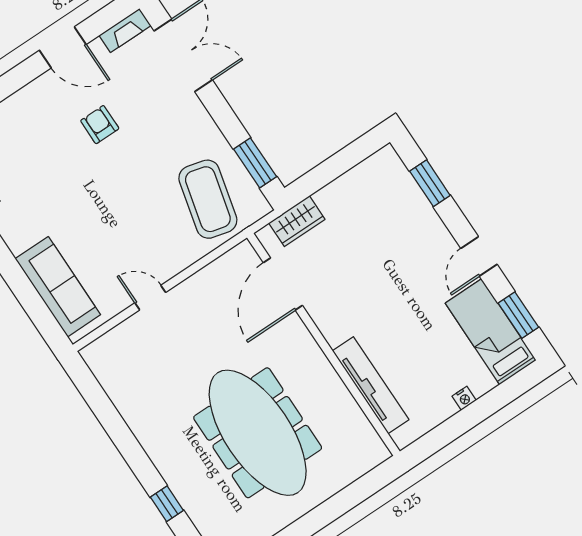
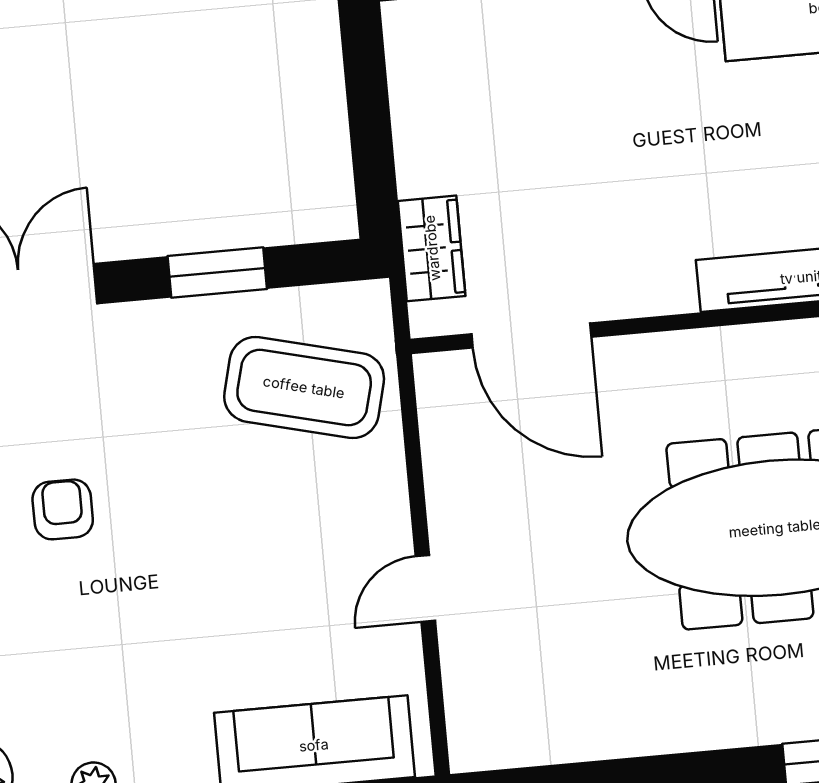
armchair: (100, 125) -> (63, 509), turned 90
window: (255, 163) -> (217, 273), moved

